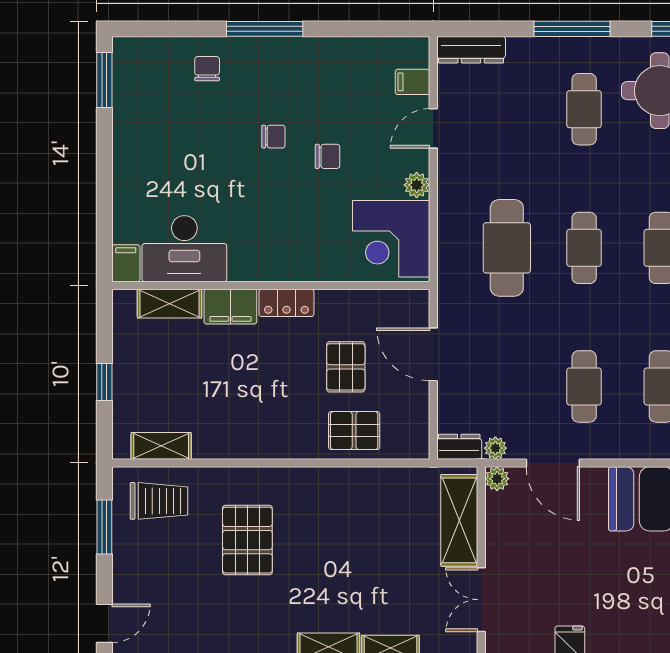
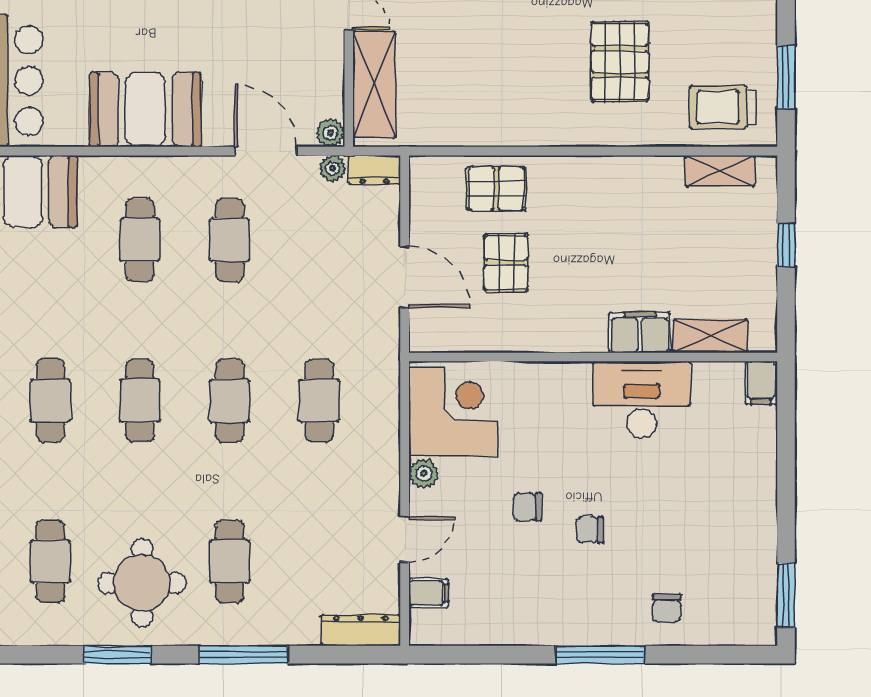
cafe table: (507, 248) -> (319, 401), width x0.73, depth x0.74
desk: (184, 249) -> (642, 400), moved
locker: (286, 303) -> (575, 337), removed

